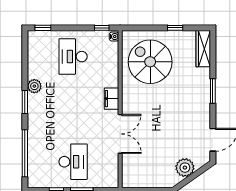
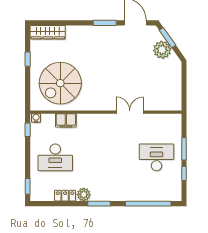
locker: (33, 67) -> (65, 196), added
window: (213, 91) -> (105, 23), moved
filing cabinet: (111, 99) -> (66, 120), moved
double door: (120, 134) -> (130, 112), width x0.73
window: (197, 173) -> (168, 38), added

